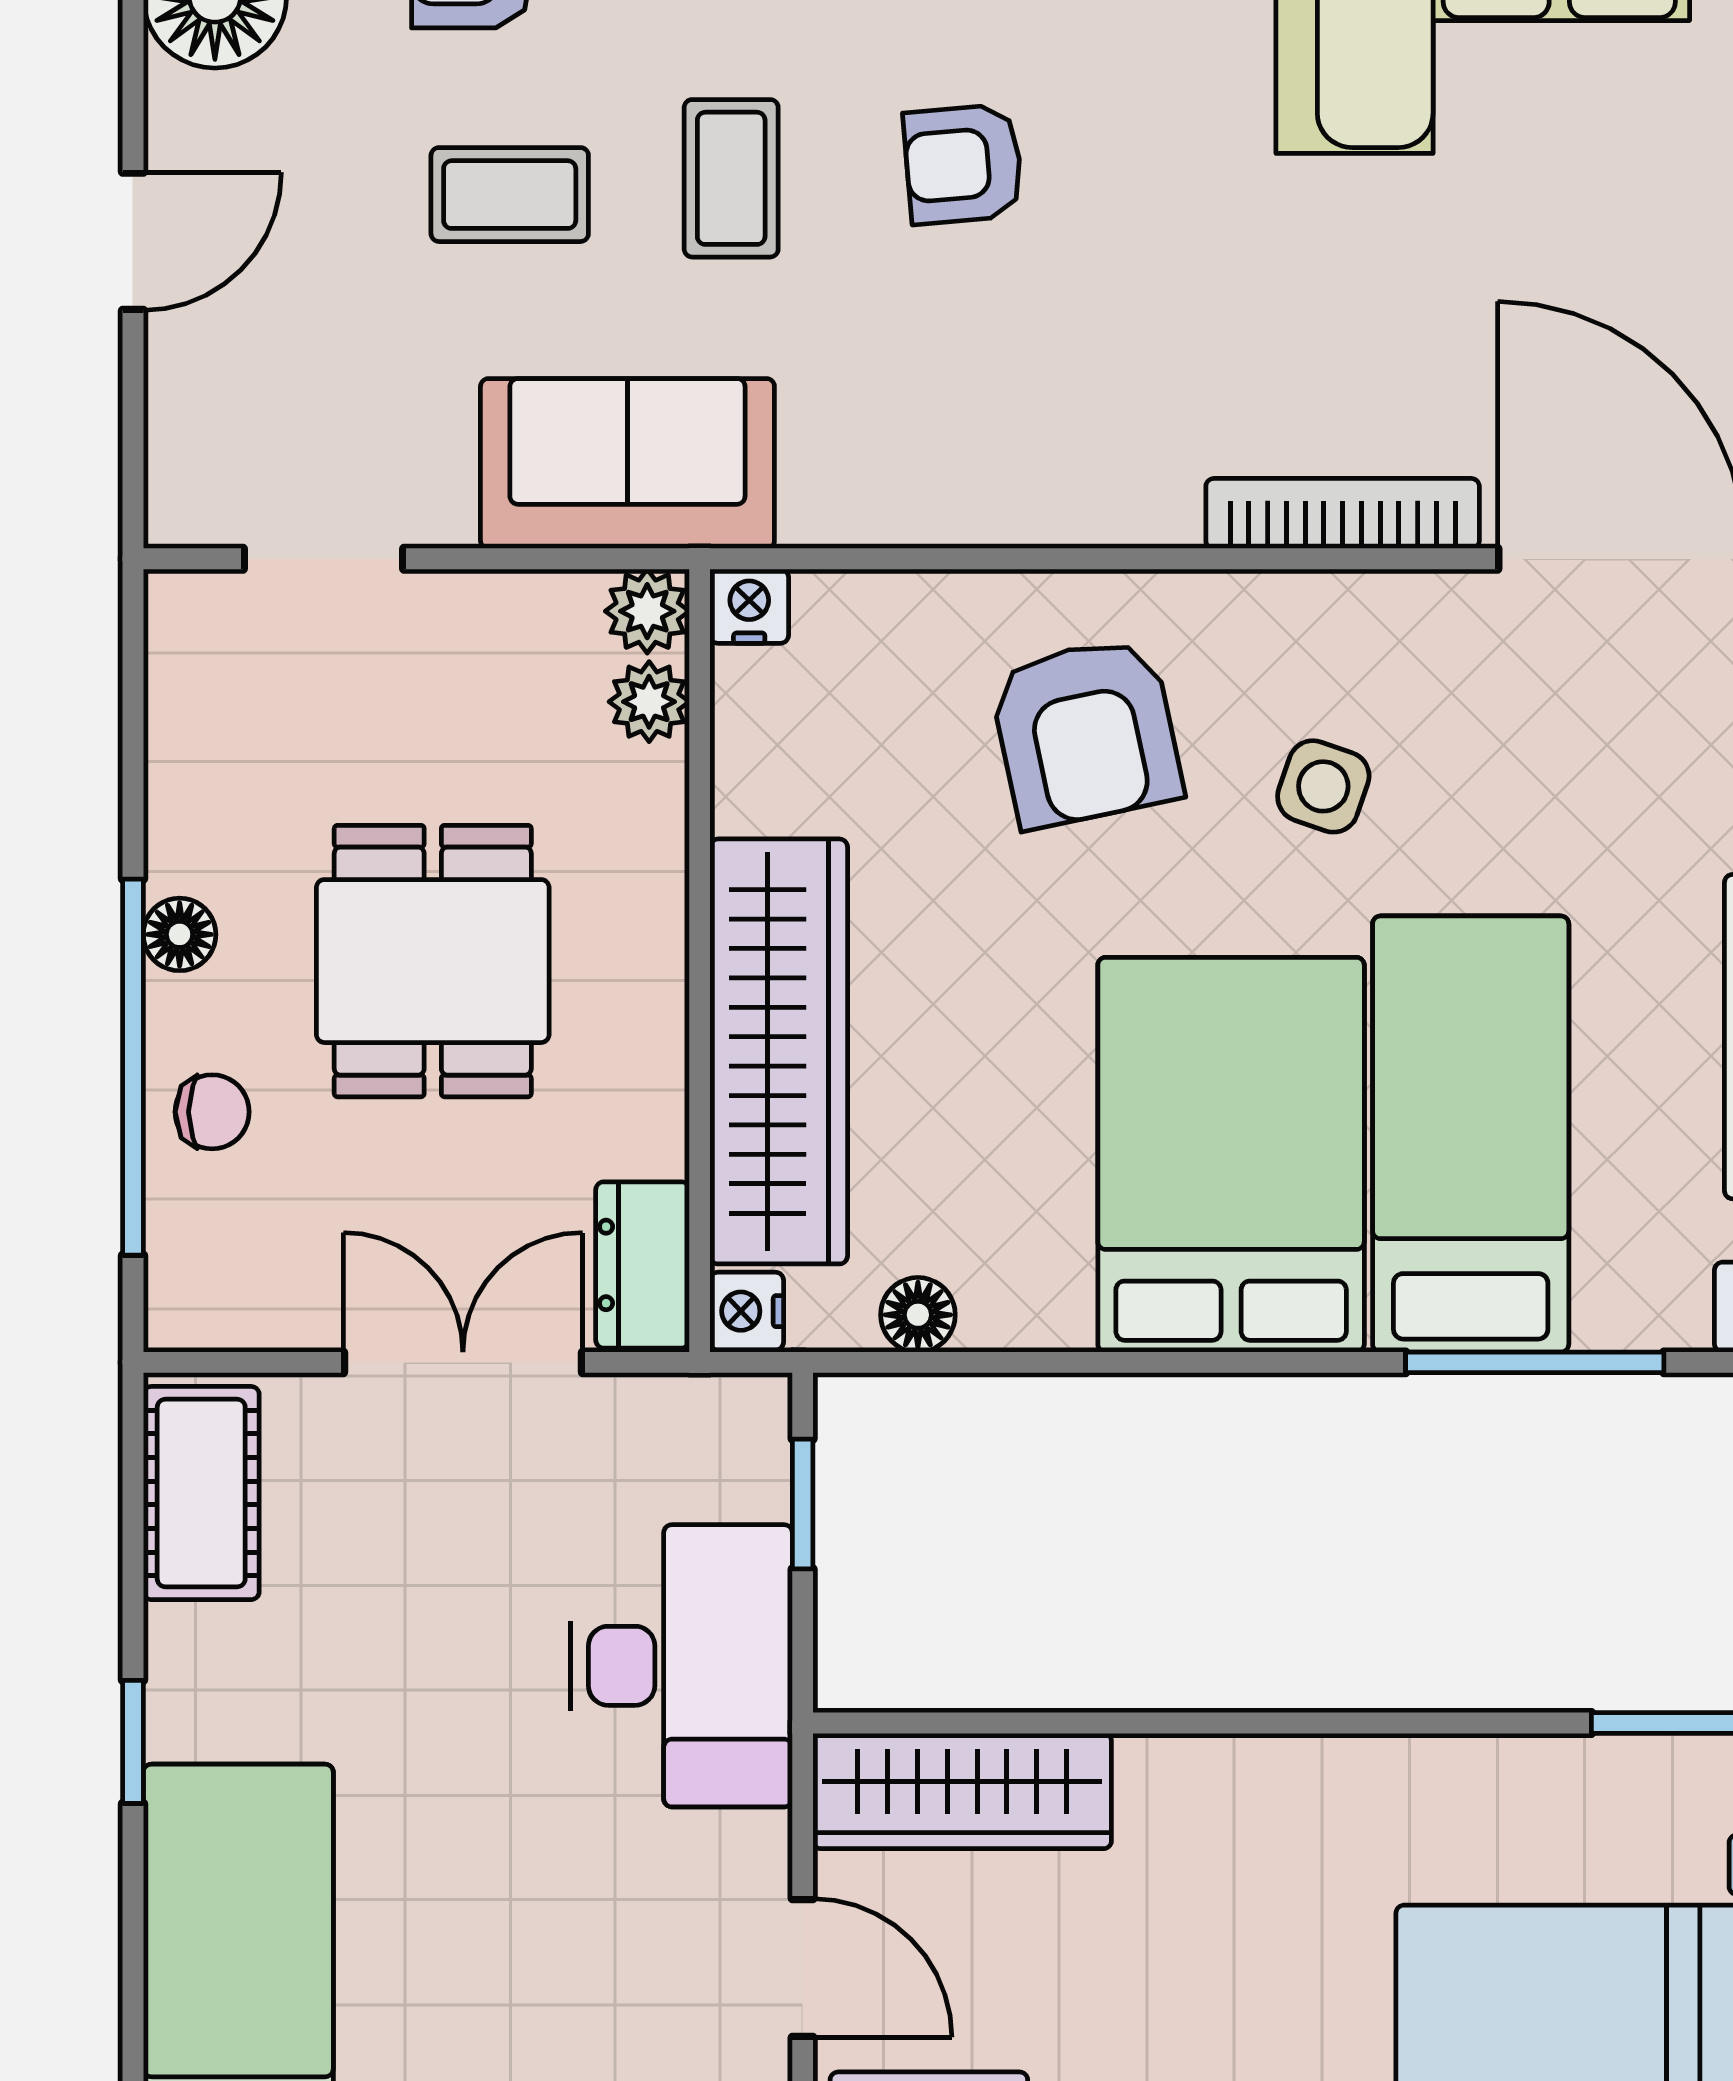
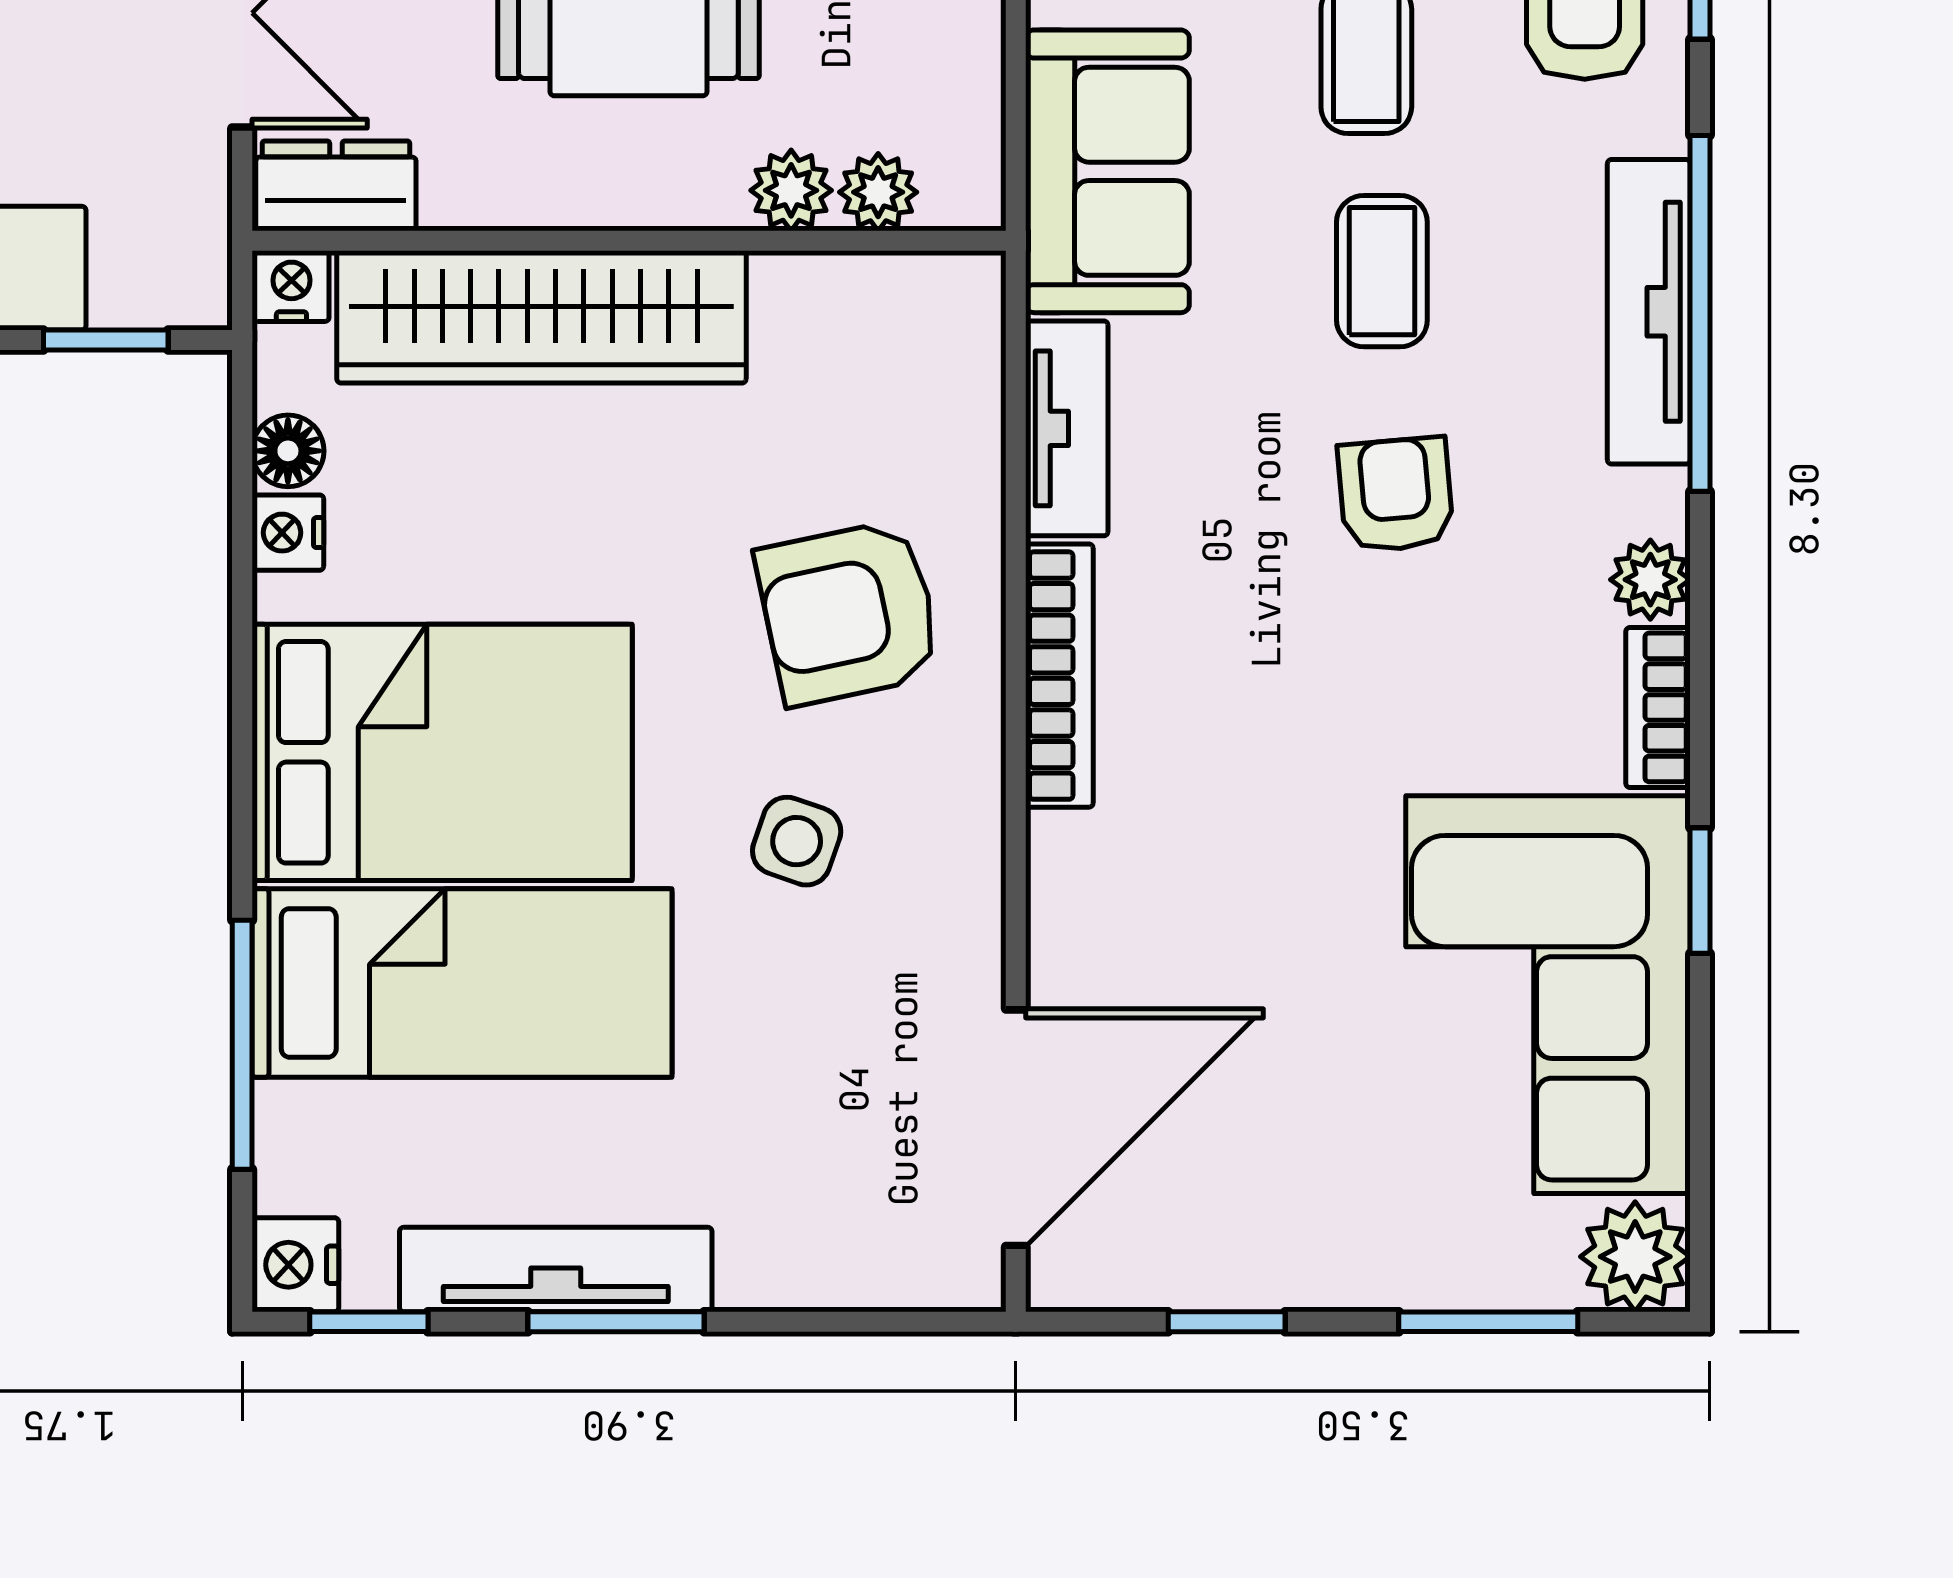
coffee table: (731, 178) -> (1382, 271), turned 90
tv unit: (895, 506) -> (1067, 428), added
bookcase: (1343, 513) -> (1059, 676), moved
nightstand: (749, 606) -> (288, 533), moved, turned 180
plant: (647, 611) -> (791, 190), moved

